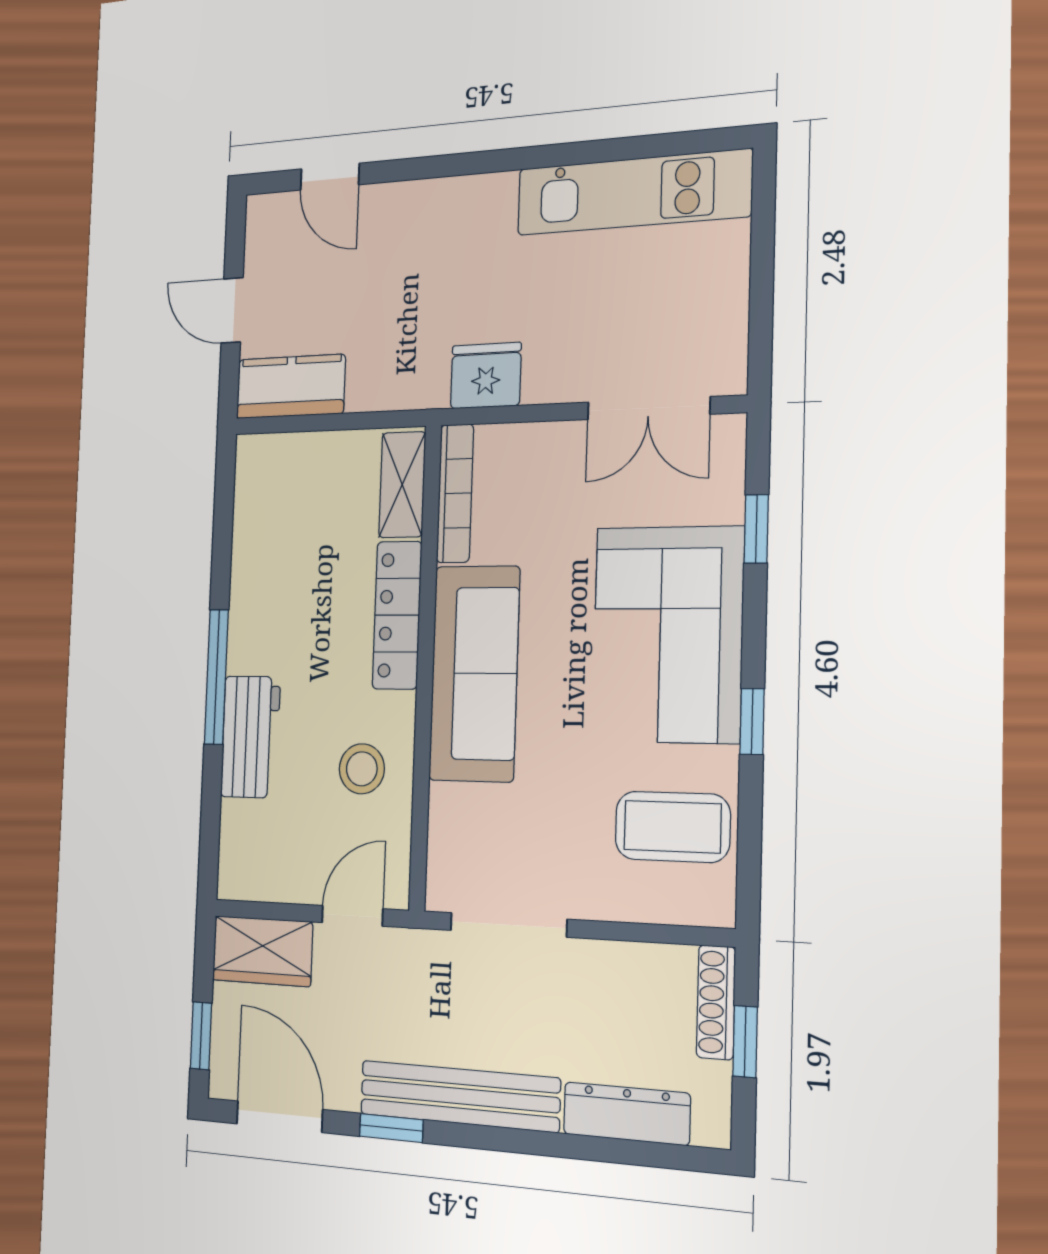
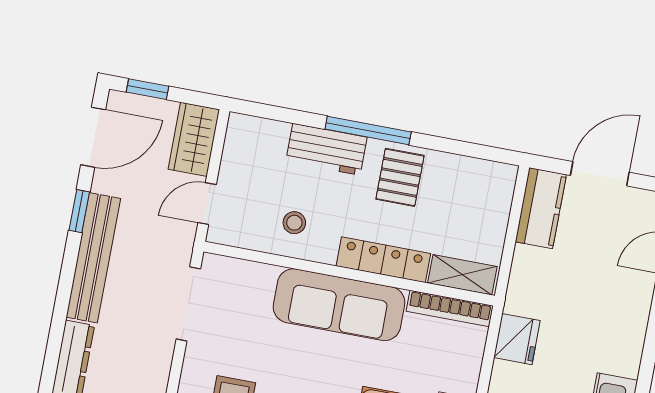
door: (232, 310) -> (600, 174), width x1.38
pallet: (275, 614) -> (400, 177), added
stool: (362, 769) -> (294, 223), width x0.73, depth x0.73
door: (352, 916) -> (207, 204), swing flipped

